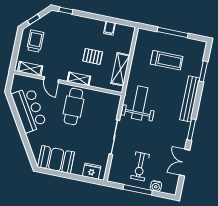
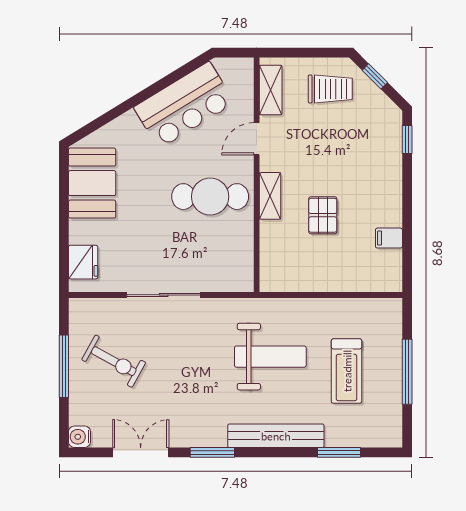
shelving: (120, 69) -> (308, 279), removed
weight bench: (140, 103) -> (270, 357), moved
exercise bike: (140, 166) -> (114, 361), turned -151
water cooler: (156, 186) -> (80, 437), moved

